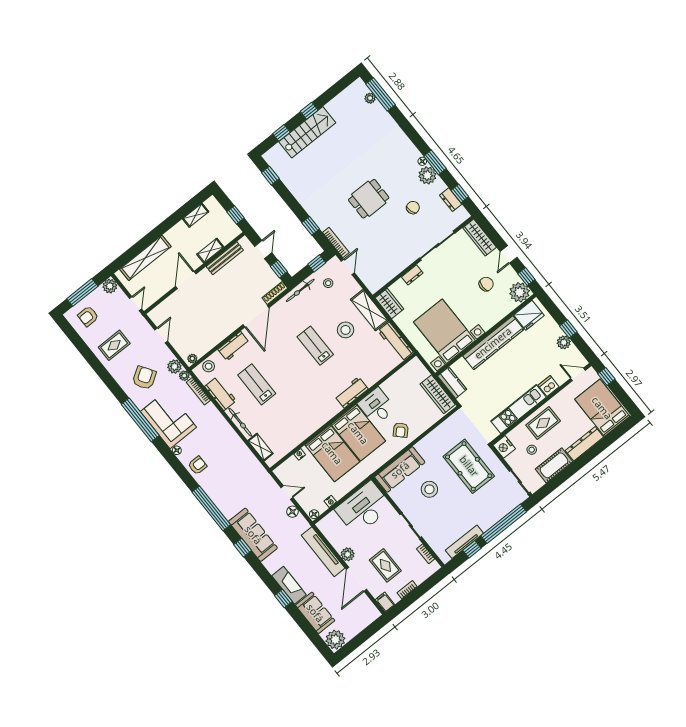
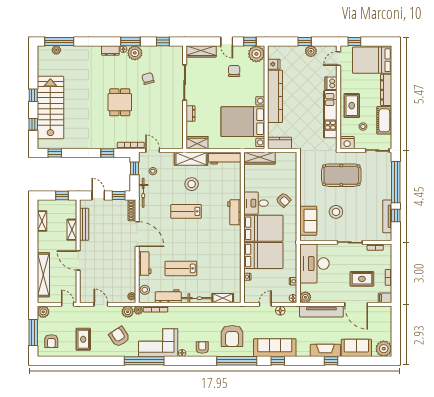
stairs: (307, 132) -> (50, 107), width x1.36, depth x1.51
dresser: (451, 200) -> (110, 51), moved
fridge: (529, 315) -> (274, 64), width x0.53, depth x0.75
wardrobe: (438, 394) -> (260, 158), moved
sofa: (400, 470) -> (308, 221), width x0.73
armchair: (231, 485) -> (232, 336), added
plant: (348, 554) -> (305, 297), moved

